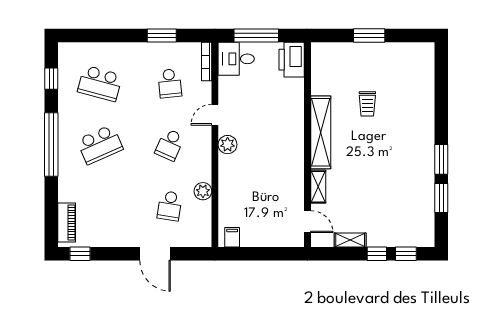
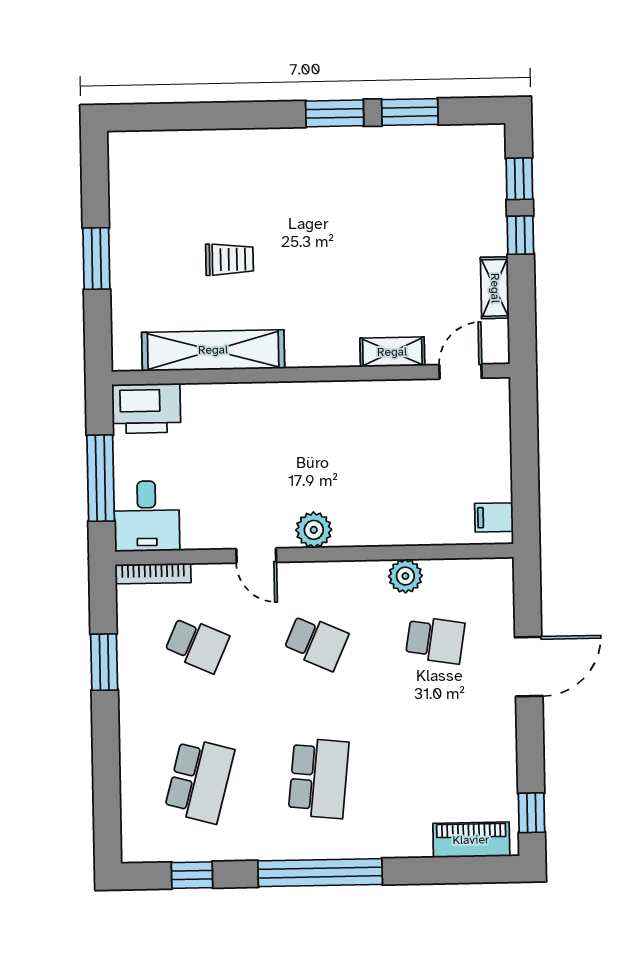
school desk: (170, 83) -> (197, 645), turned 30
shelving: (321, 132) -> (213, 350), moved
school desk: (100, 145) -> (319, 778), turned 30

